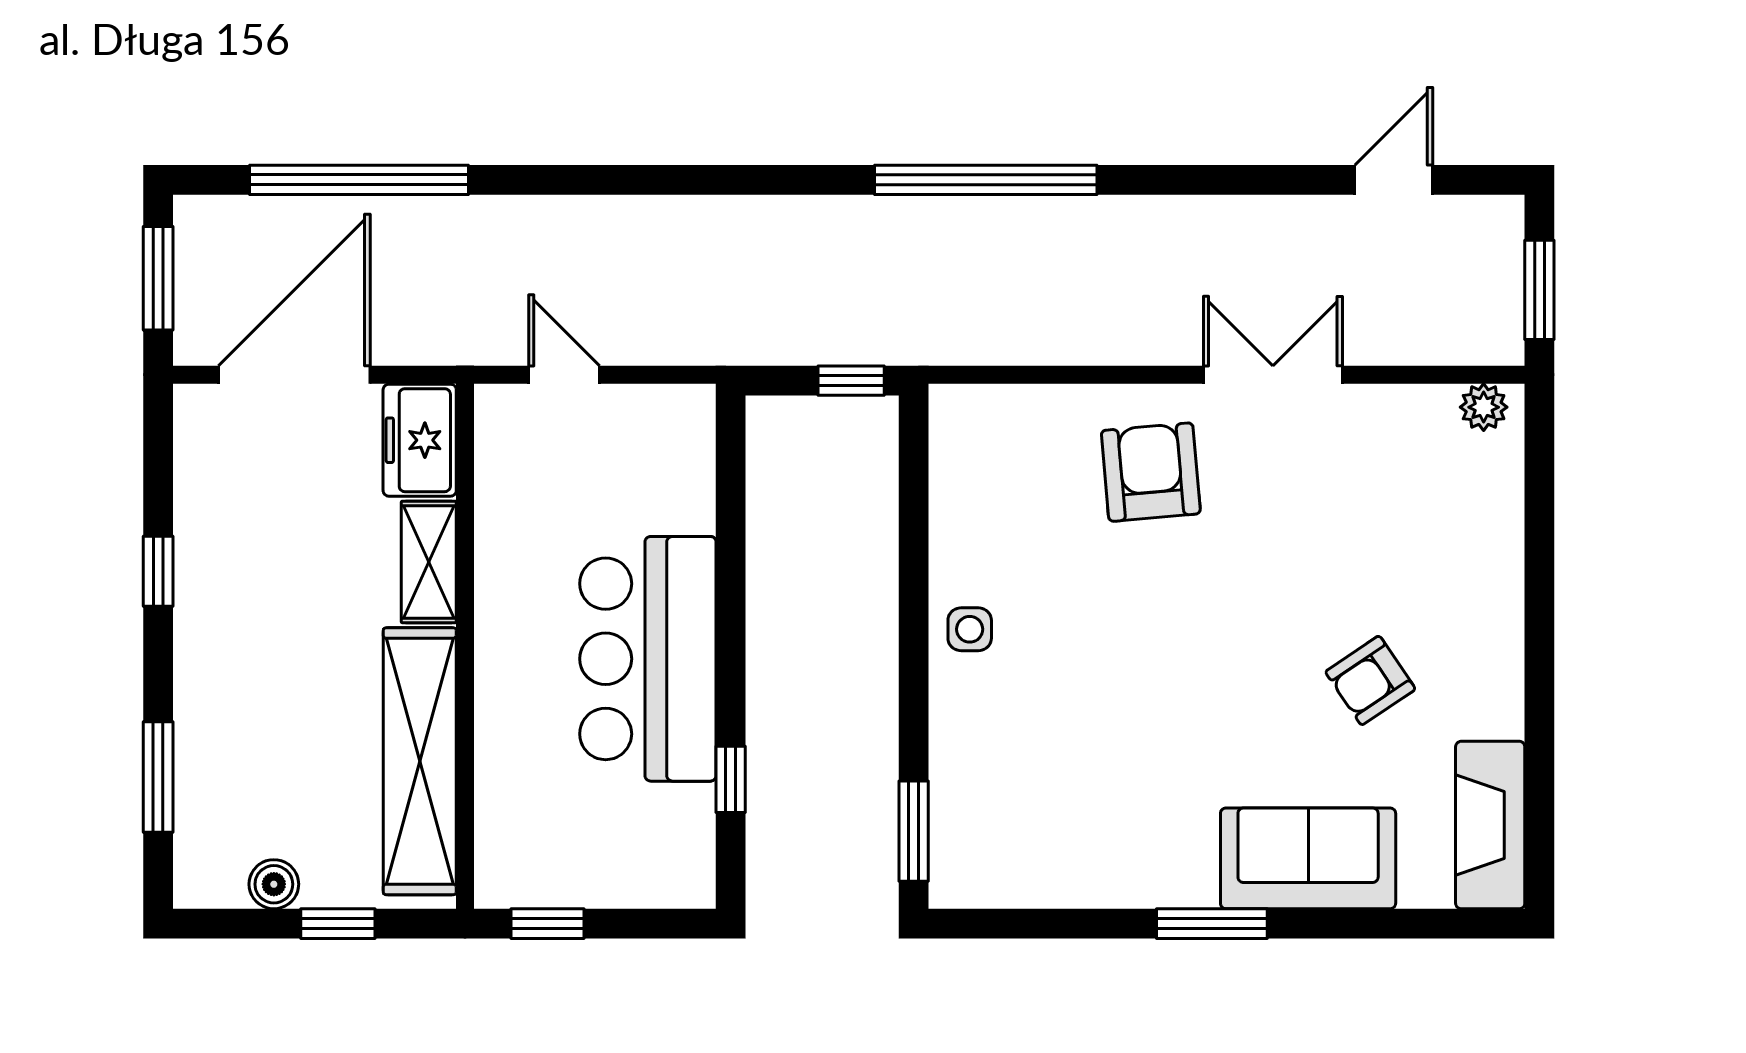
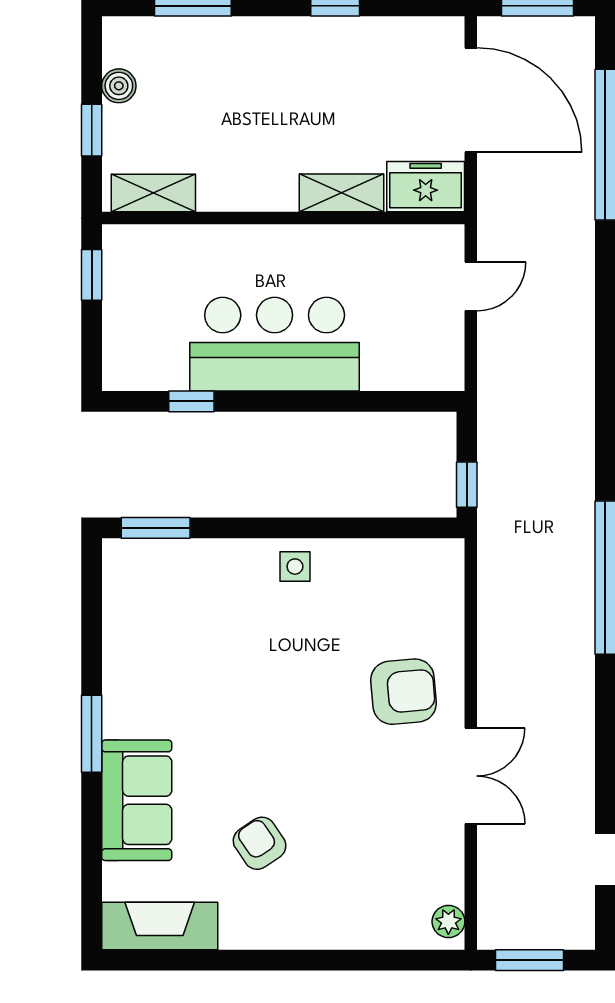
shelving: (420, 761) -> (153, 193), width x0.45, depth x0.75

